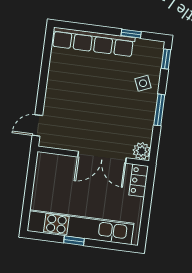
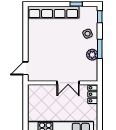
plant: (142, 151) -> (92, 55), moved
double door: (102, 157) -> (68, 83), width x0.73

